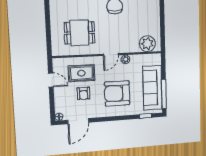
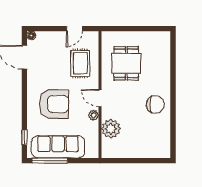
plant: (147, 44) -> (111, 129), moved
armchair: (84, 93) -> (57, 65), removed
armchair: (117, 93) -> (54, 104), turned 90

